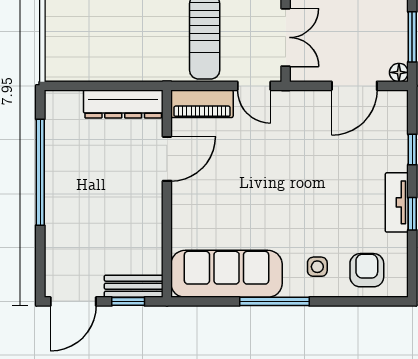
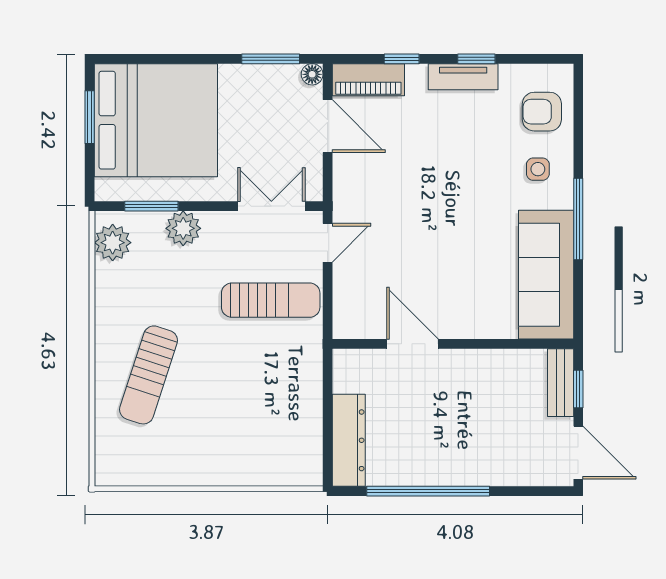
dresser: (123, 104) -> (349, 440), moved
piano: (202, 104) -> (368, 80), moved, turned 90

